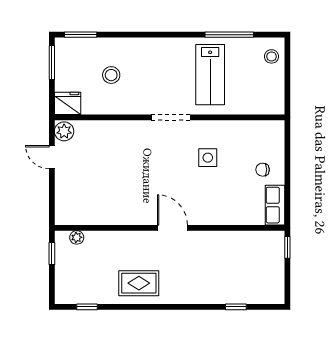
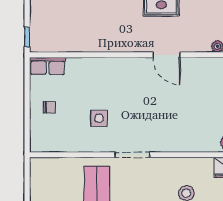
row of seats: (275, 205) -> (48, 66), moved, turned 90
door: (172, 228) -> (167, 55), moved

